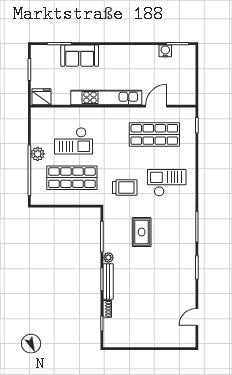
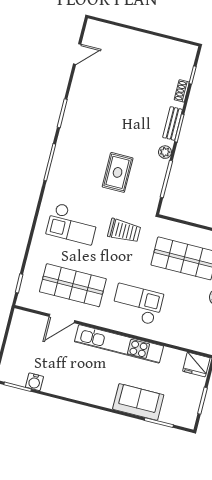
checkout: (74, 141) -> (137, 304), moved
trolley: (125, 187) -> (124, 231), turned 180
bench: (108, 281) -> (172, 123), width x0.73

